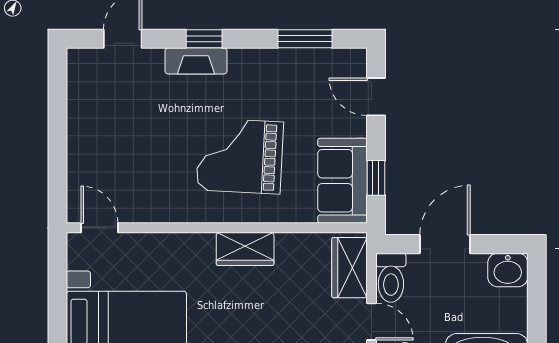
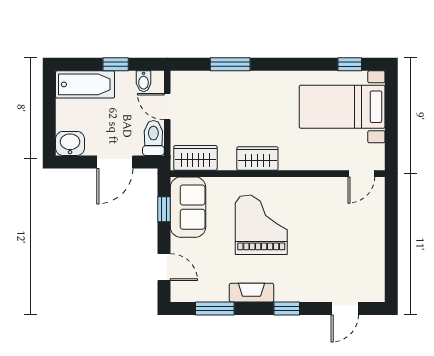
fireplace: (196, 61) -> (252, 293), moved
grand piano: (240, 156) -> (261, 225), turned -93
door: (99, 228) -> (361, 174), hinge flipped
wardrobe: (349, 268) -> (195, 158), moved, turned -90

